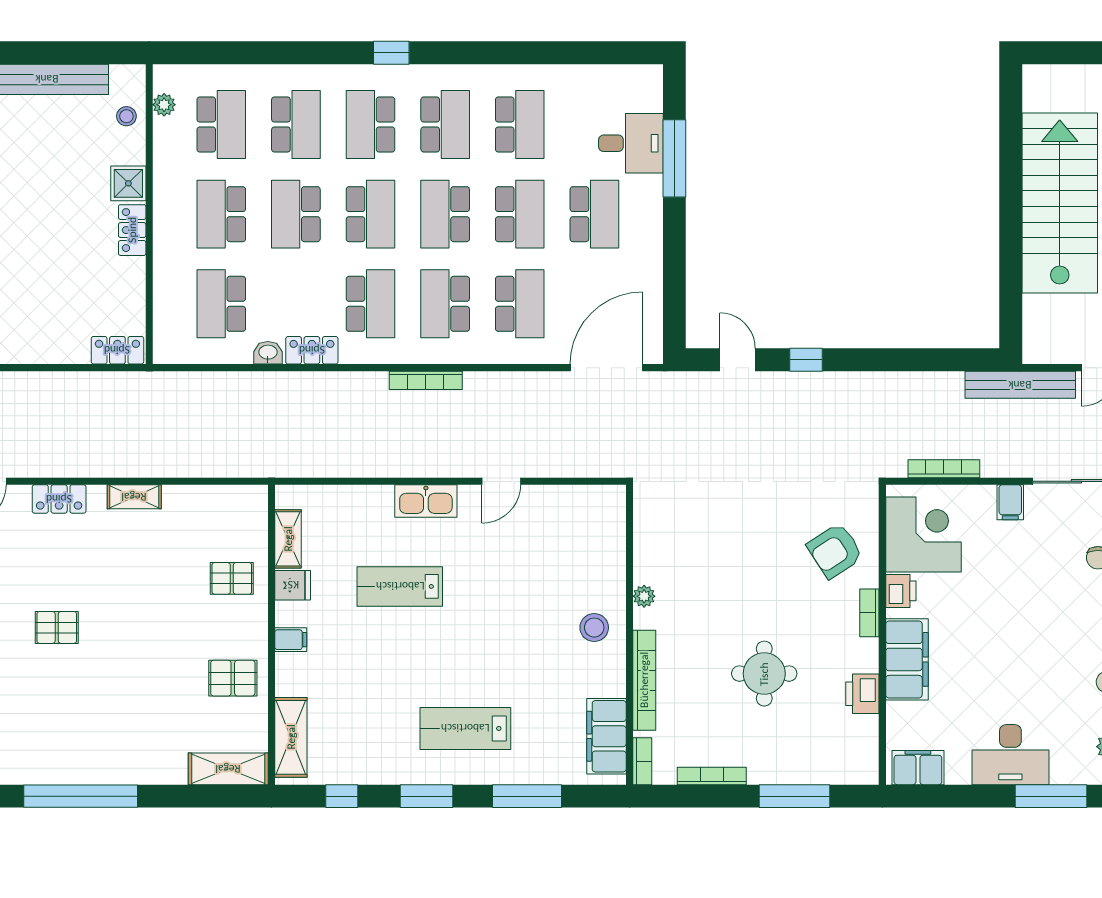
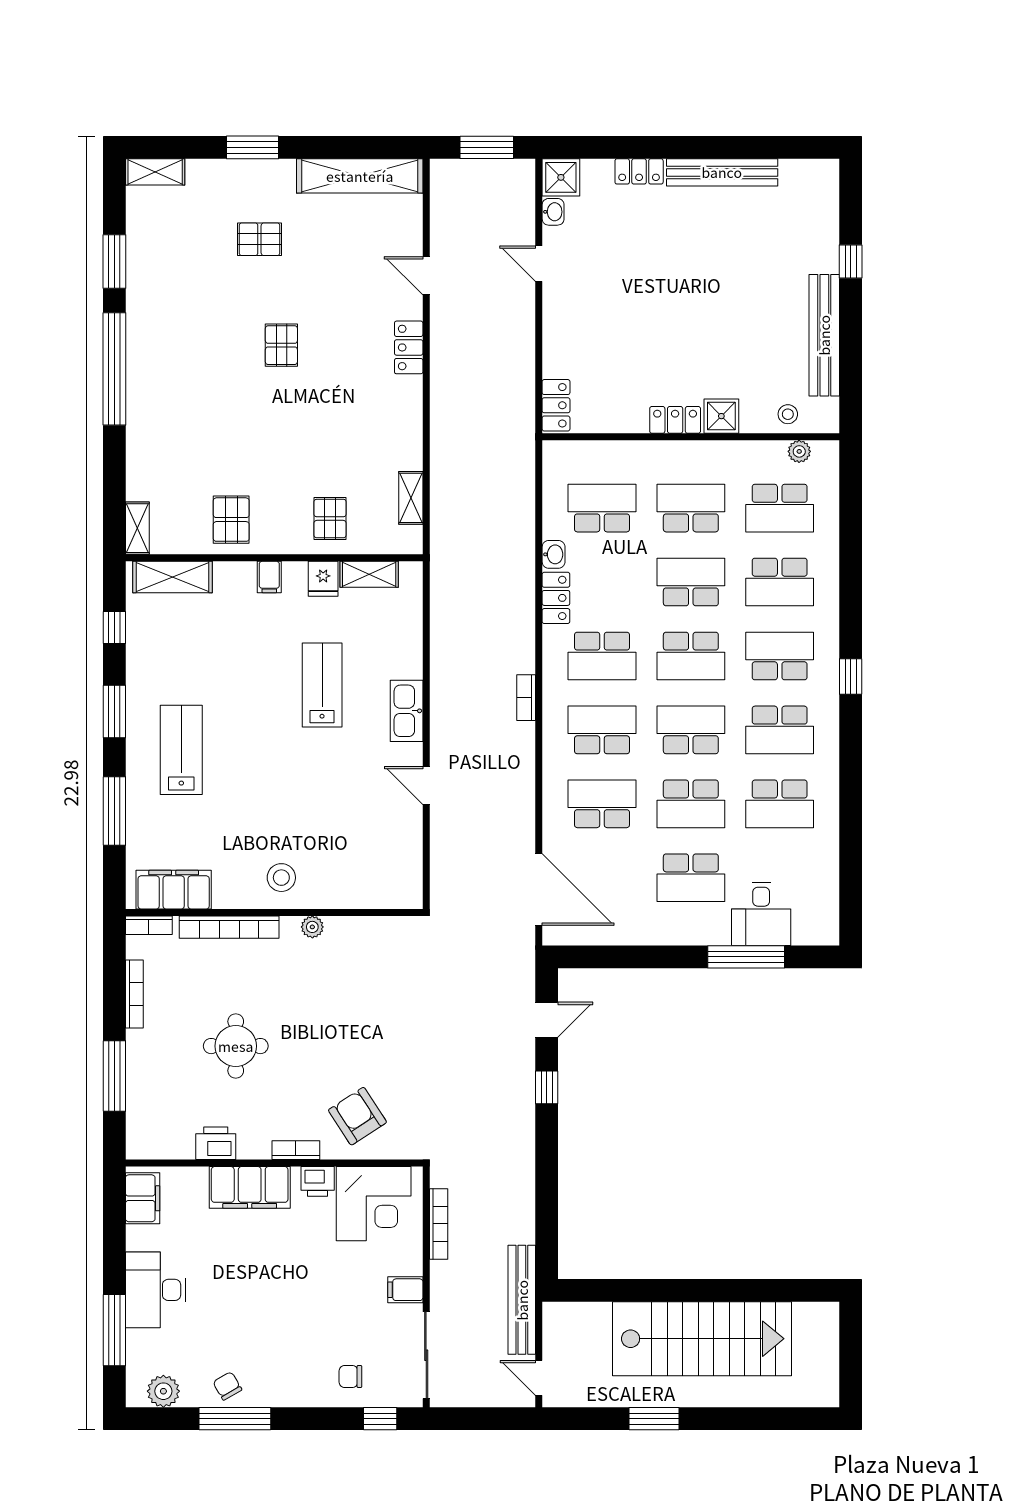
school desk: (520, 304) -> (602, 804), turned 180
bookcase: (426, 380) -> (526, 698), width x0.64
shelving: (134, 497) -> (411, 498), moved
shelving: (228, 769) -> (137, 528), width x0.67, depth x0.75

